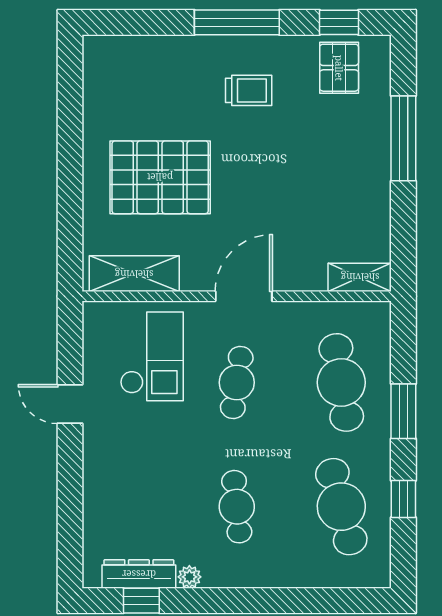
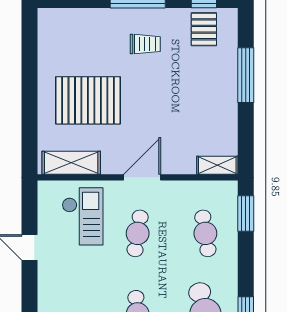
cafe table: (341, 382) -> (205, 233), width x0.73, depth x0.74
window: (403, 411) -> (246, 214), moved

